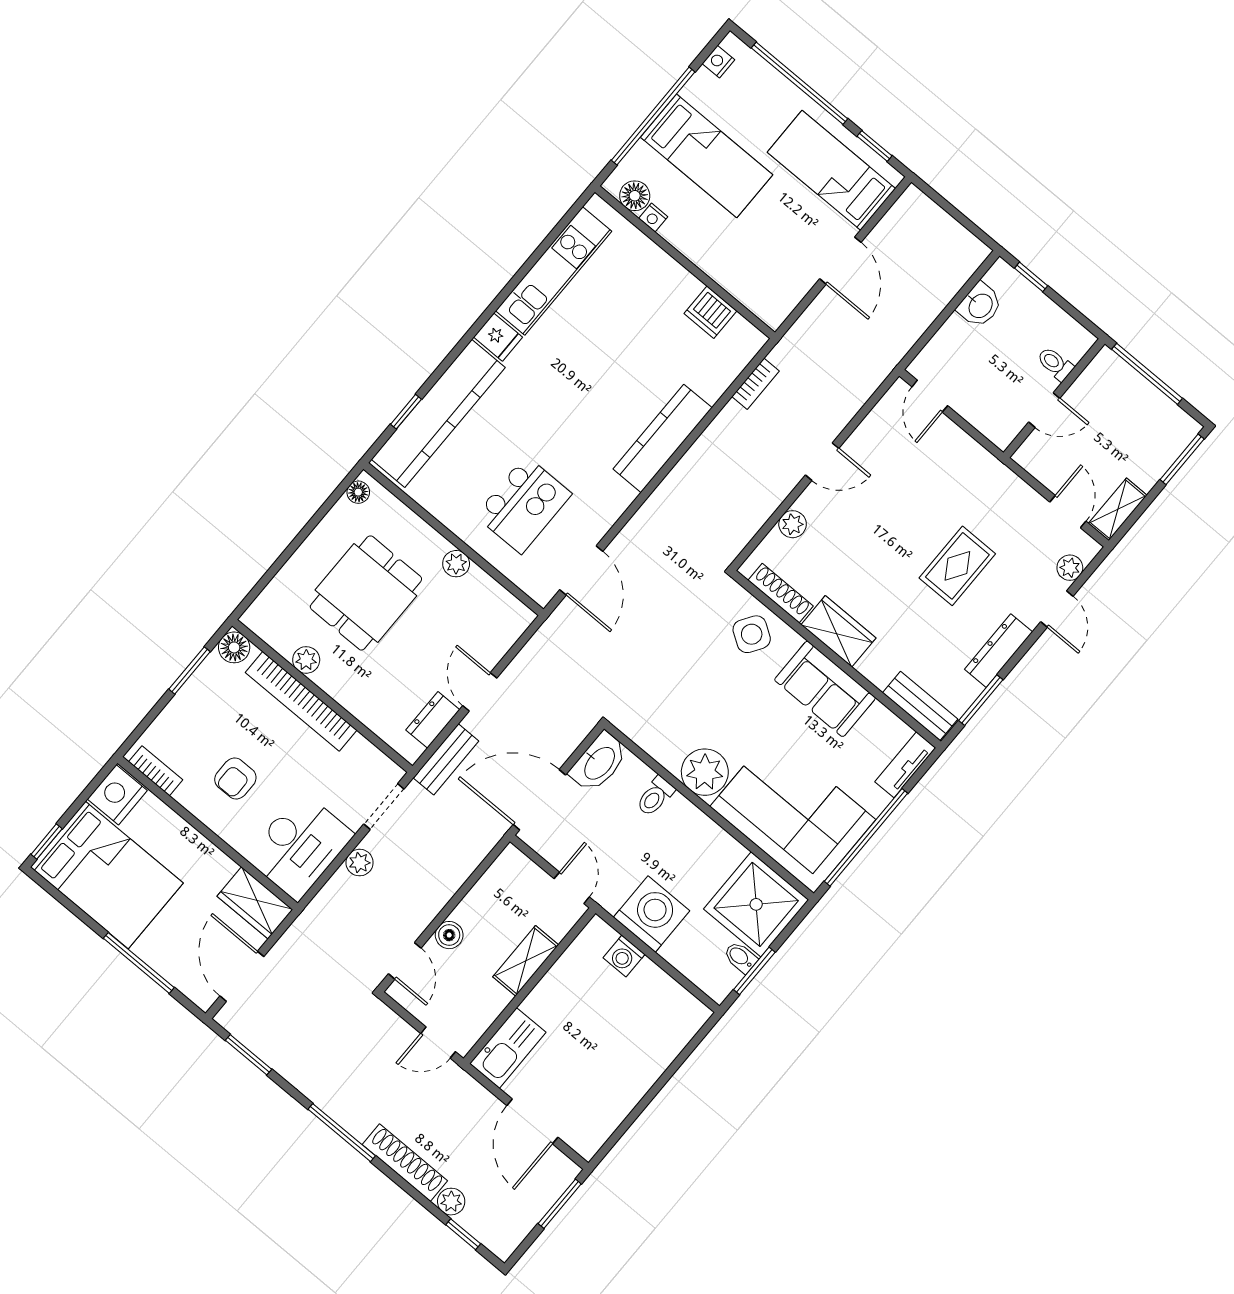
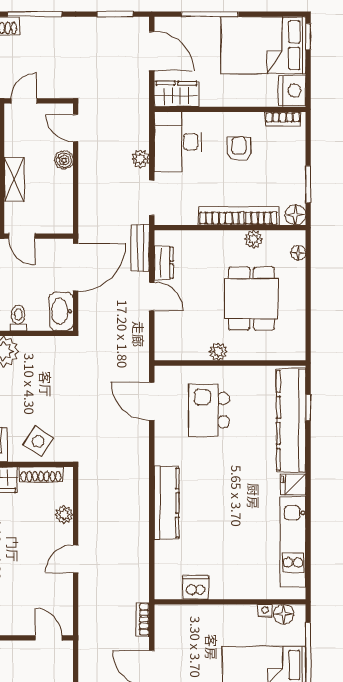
bookcase: (755, 384) -> (143, 619), moved
floor lamp: (358, 492) -> (298, 253), moved

